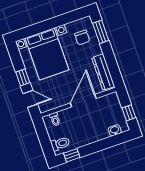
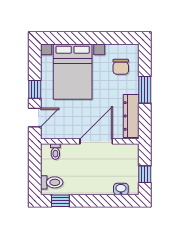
window: (101, 32) -> (145, 90), moved
door: (30, 99) -> (35, 118), hinge flipped

